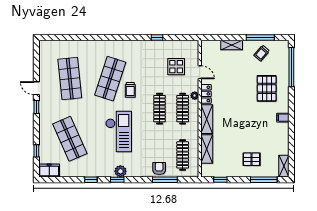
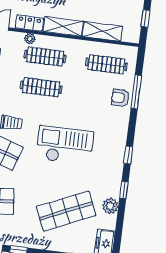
plant: (120, 171) -> (110, 206), moved

